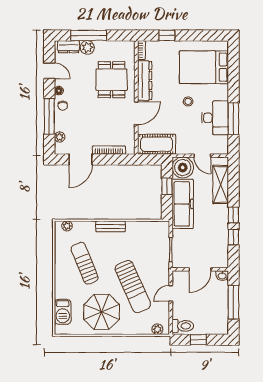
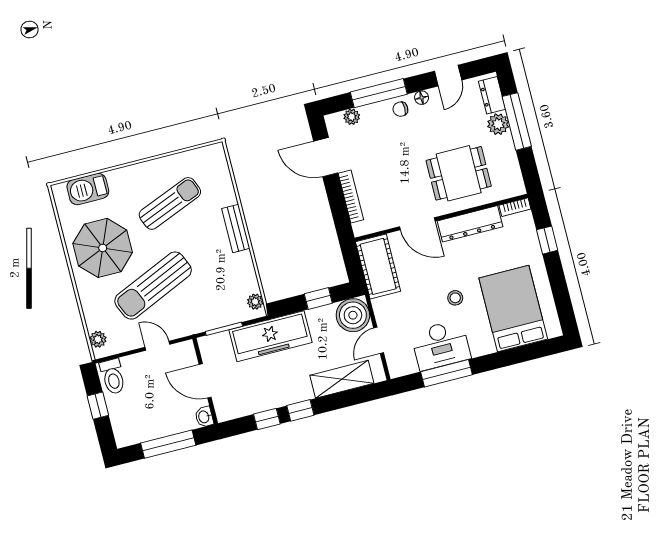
freezer: (183, 204) -> (270, 336), moved
plant: (67, 226) -> (255, 302), moved

